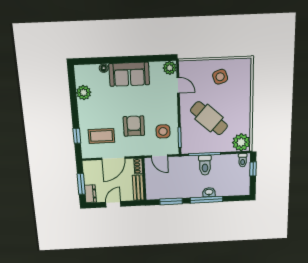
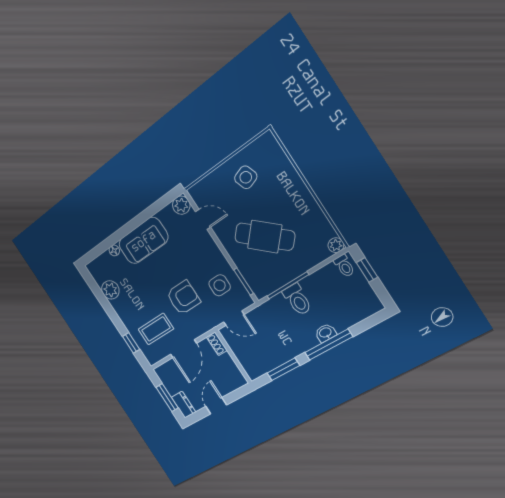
armchair: (134, 126) -> (183, 298), turned 90
plant: (241, 142) -> (336, 245), width x0.53, depth x0.53
bench: (138, 188) -> (233, 371), removed

